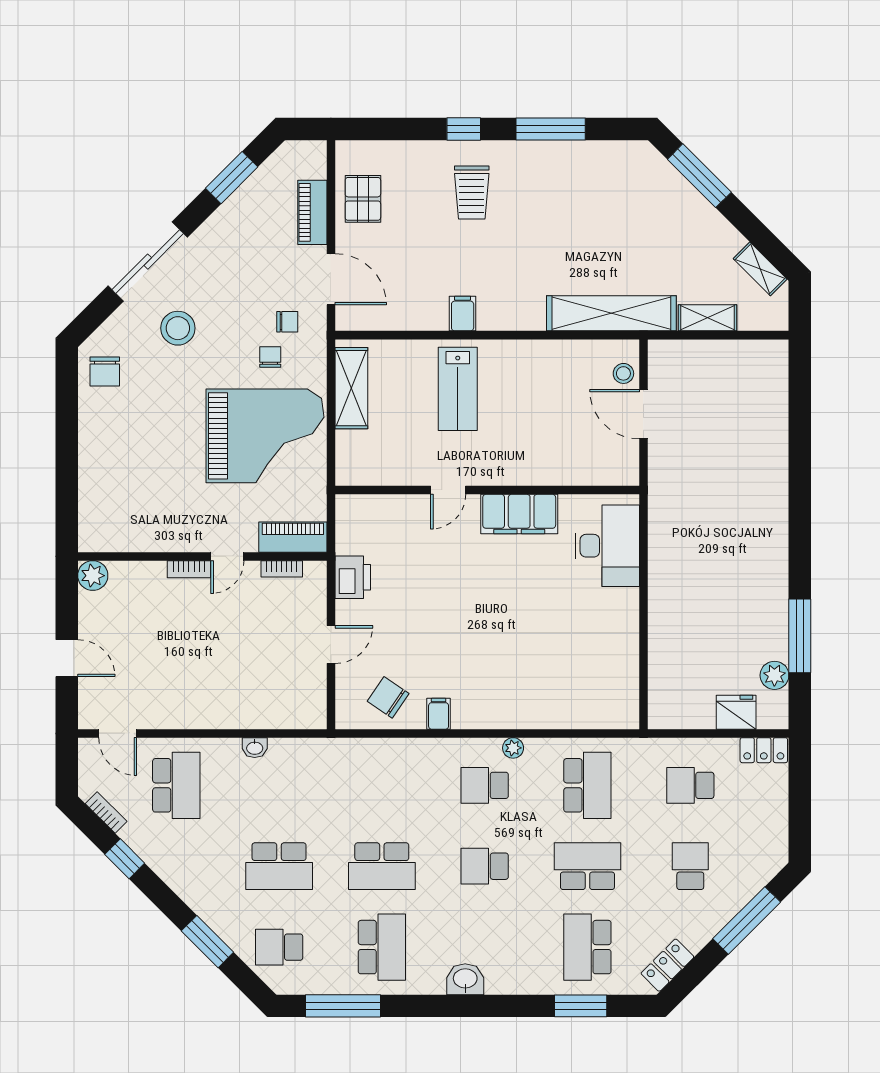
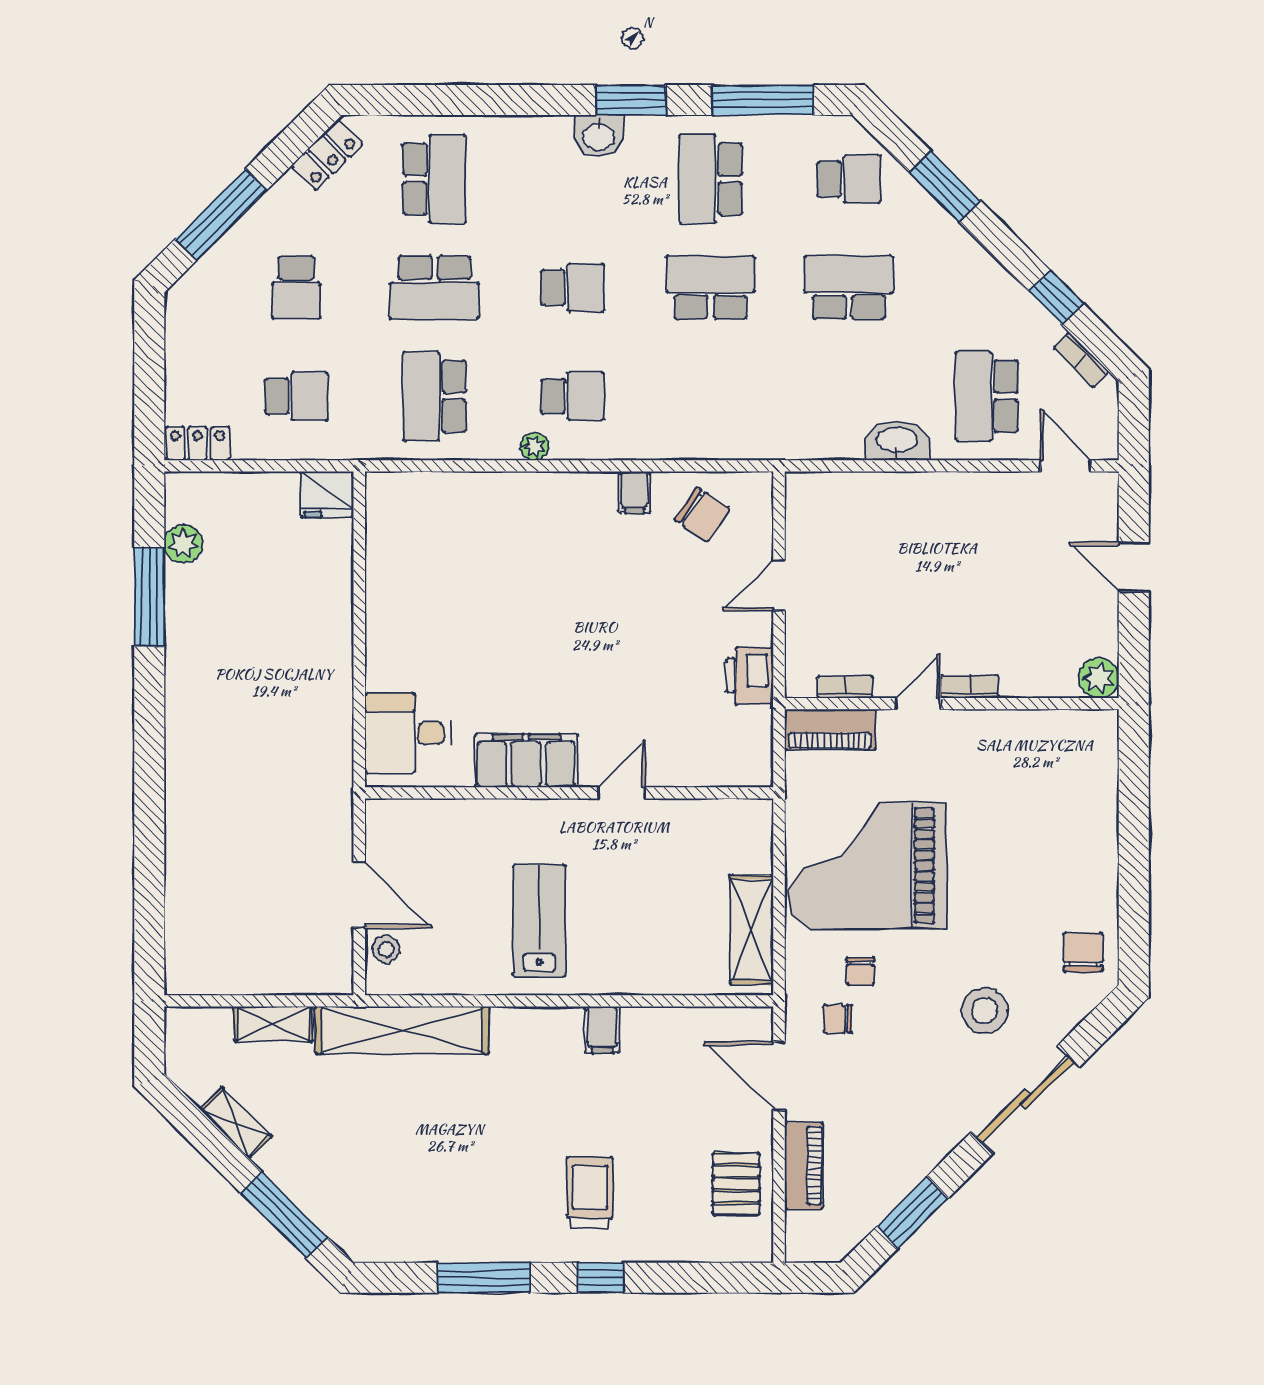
shelving: (760, 269) -> (236, 1123), moved
lab bench: (458, 389) -> (539, 921), moved
desk: (607, 546) -> (408, 733), width x0.73
fridge: (736, 712) -> (327, 494), moved
washbasin: (255, 748) -> (897, 441), width x1.91, depth x1.45
window: (581, 1006) -> (631, 100), moved

